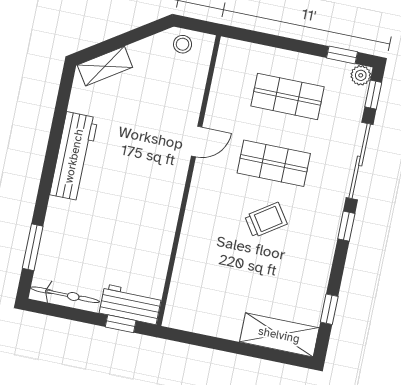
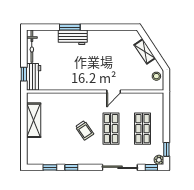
shelving: (105, 66) -> (145, 51), moved
door: (197, 142) -> (114, 92), hinge flipped
workbench: (74, 156) -> (73, 37), moved, width x0.73
window: (346, 226) -> (71, 167), moved
window: (33, 247) -> (70, 27), moved
shelving: (279, 335) -> (34, 120), moved

